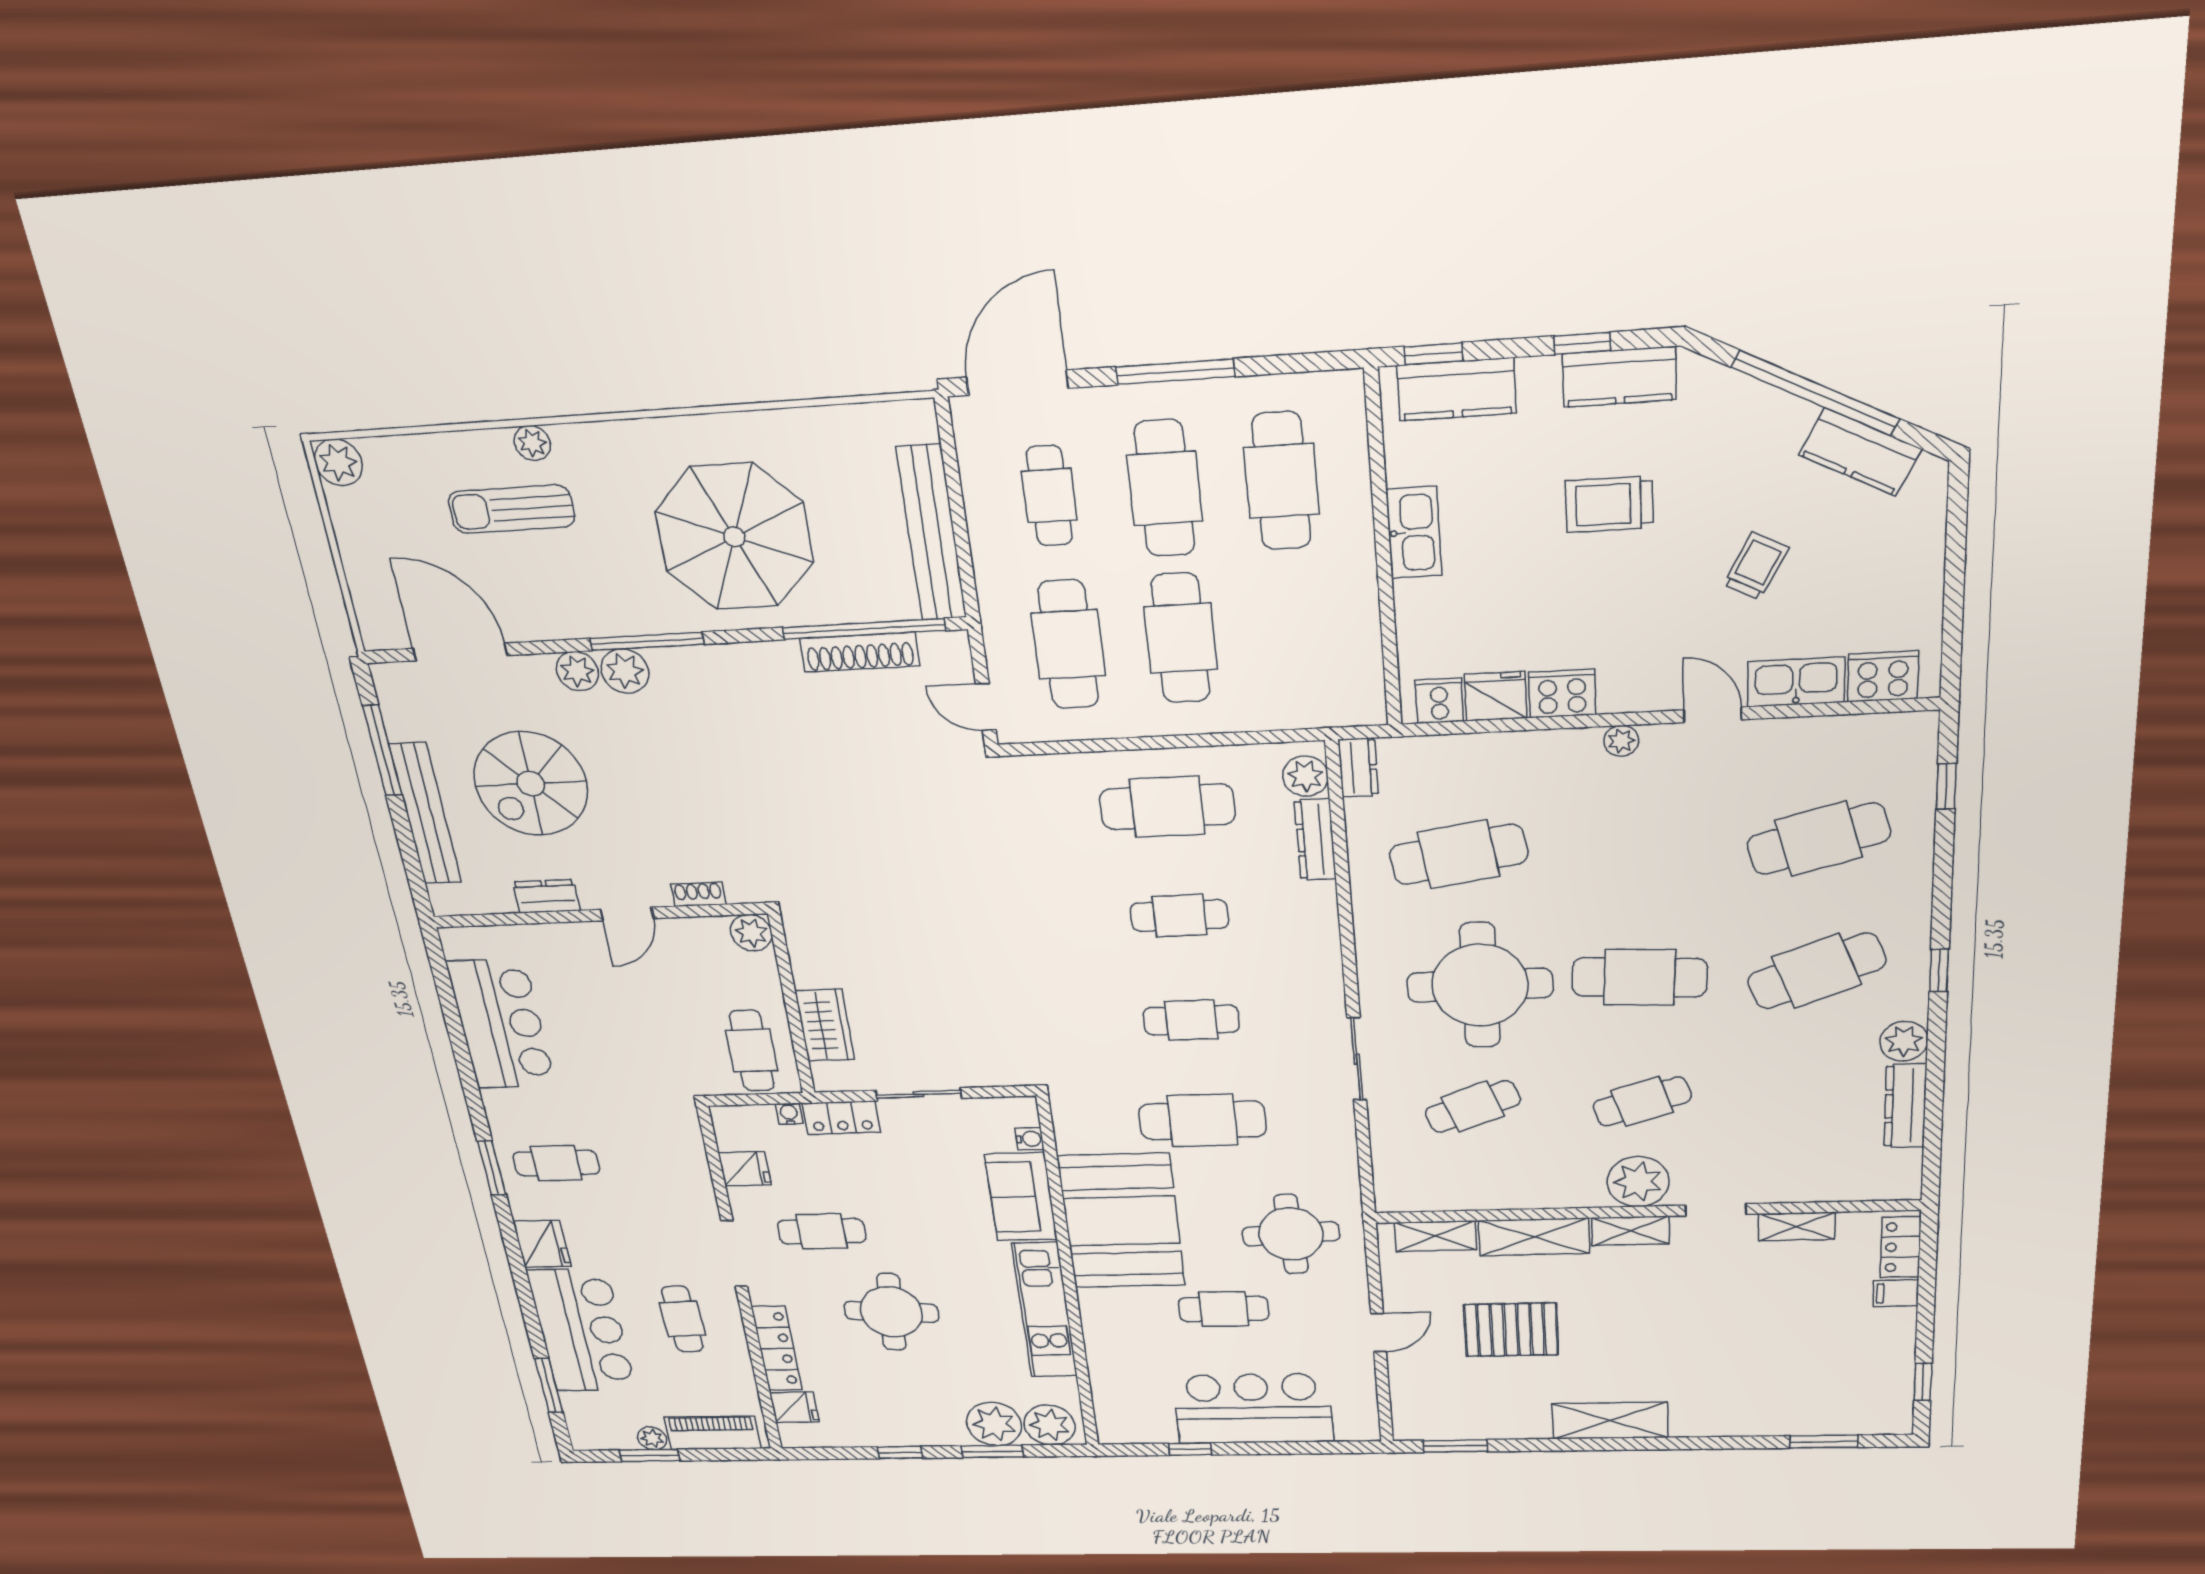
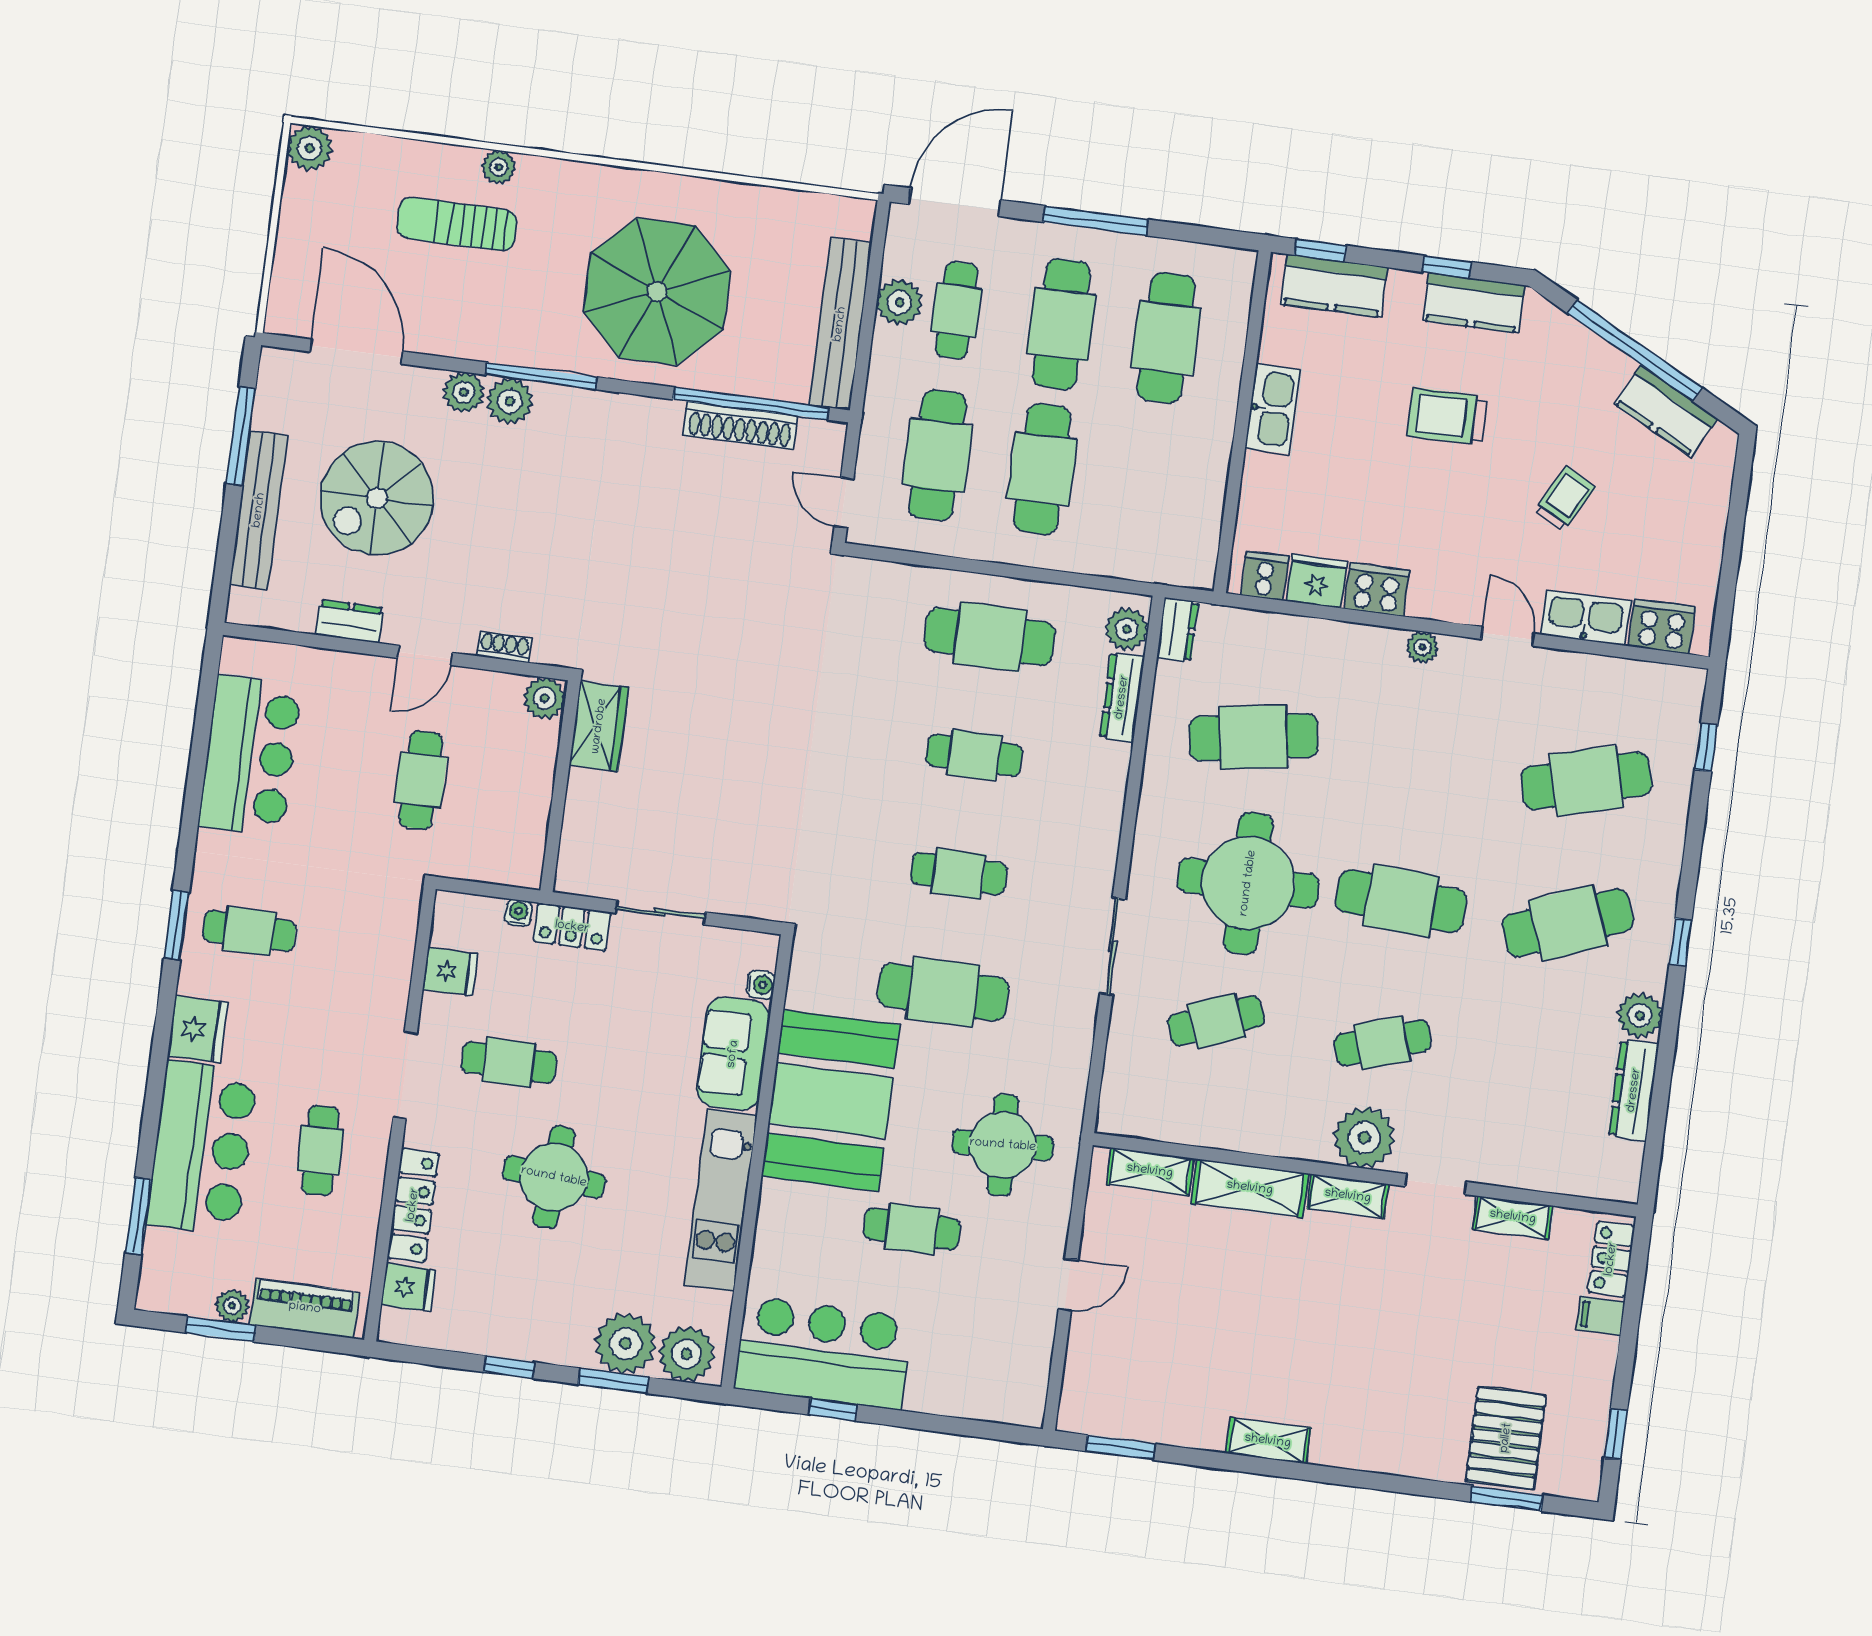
plant: (987, 499) -> (899, 302), added
wardrobe: (825, 1025) -> (599, 726), moved
cafe table: (752, 1051) -> (421, 780), moved
pallet: (1511, 1330) -> (1506, 1438), moved, turned 90
bar counter: (1253, 1409) -> (823, 1353), moved
shelving: (1610, 1421) -> (1268, 1441), width x0.67, depth x0.75

